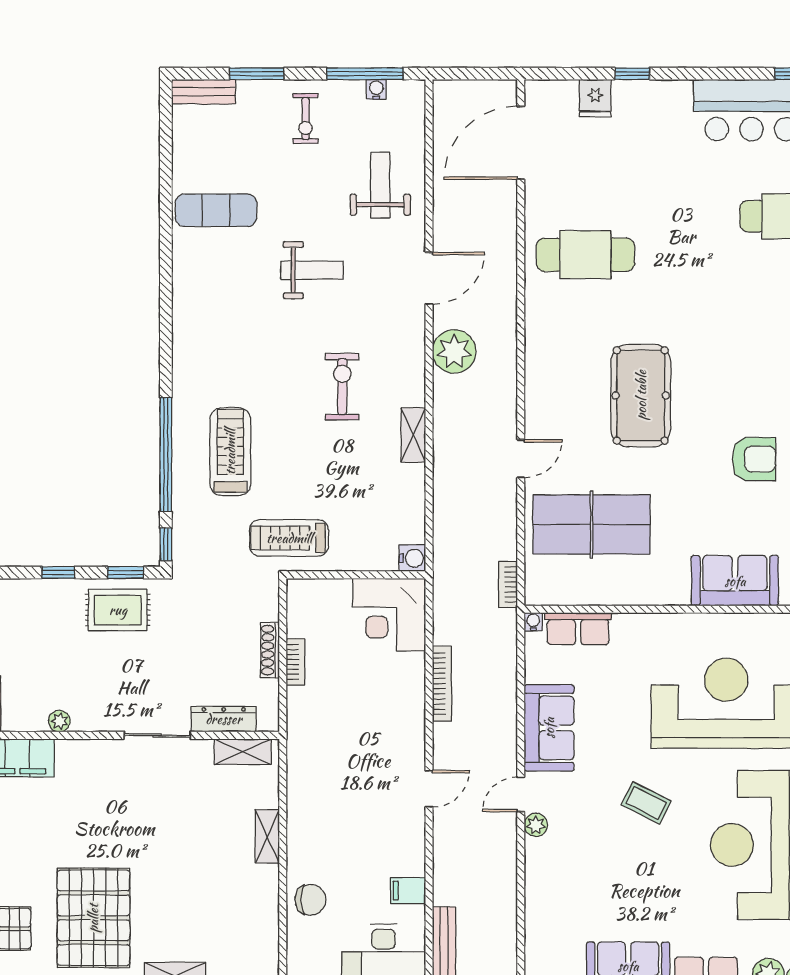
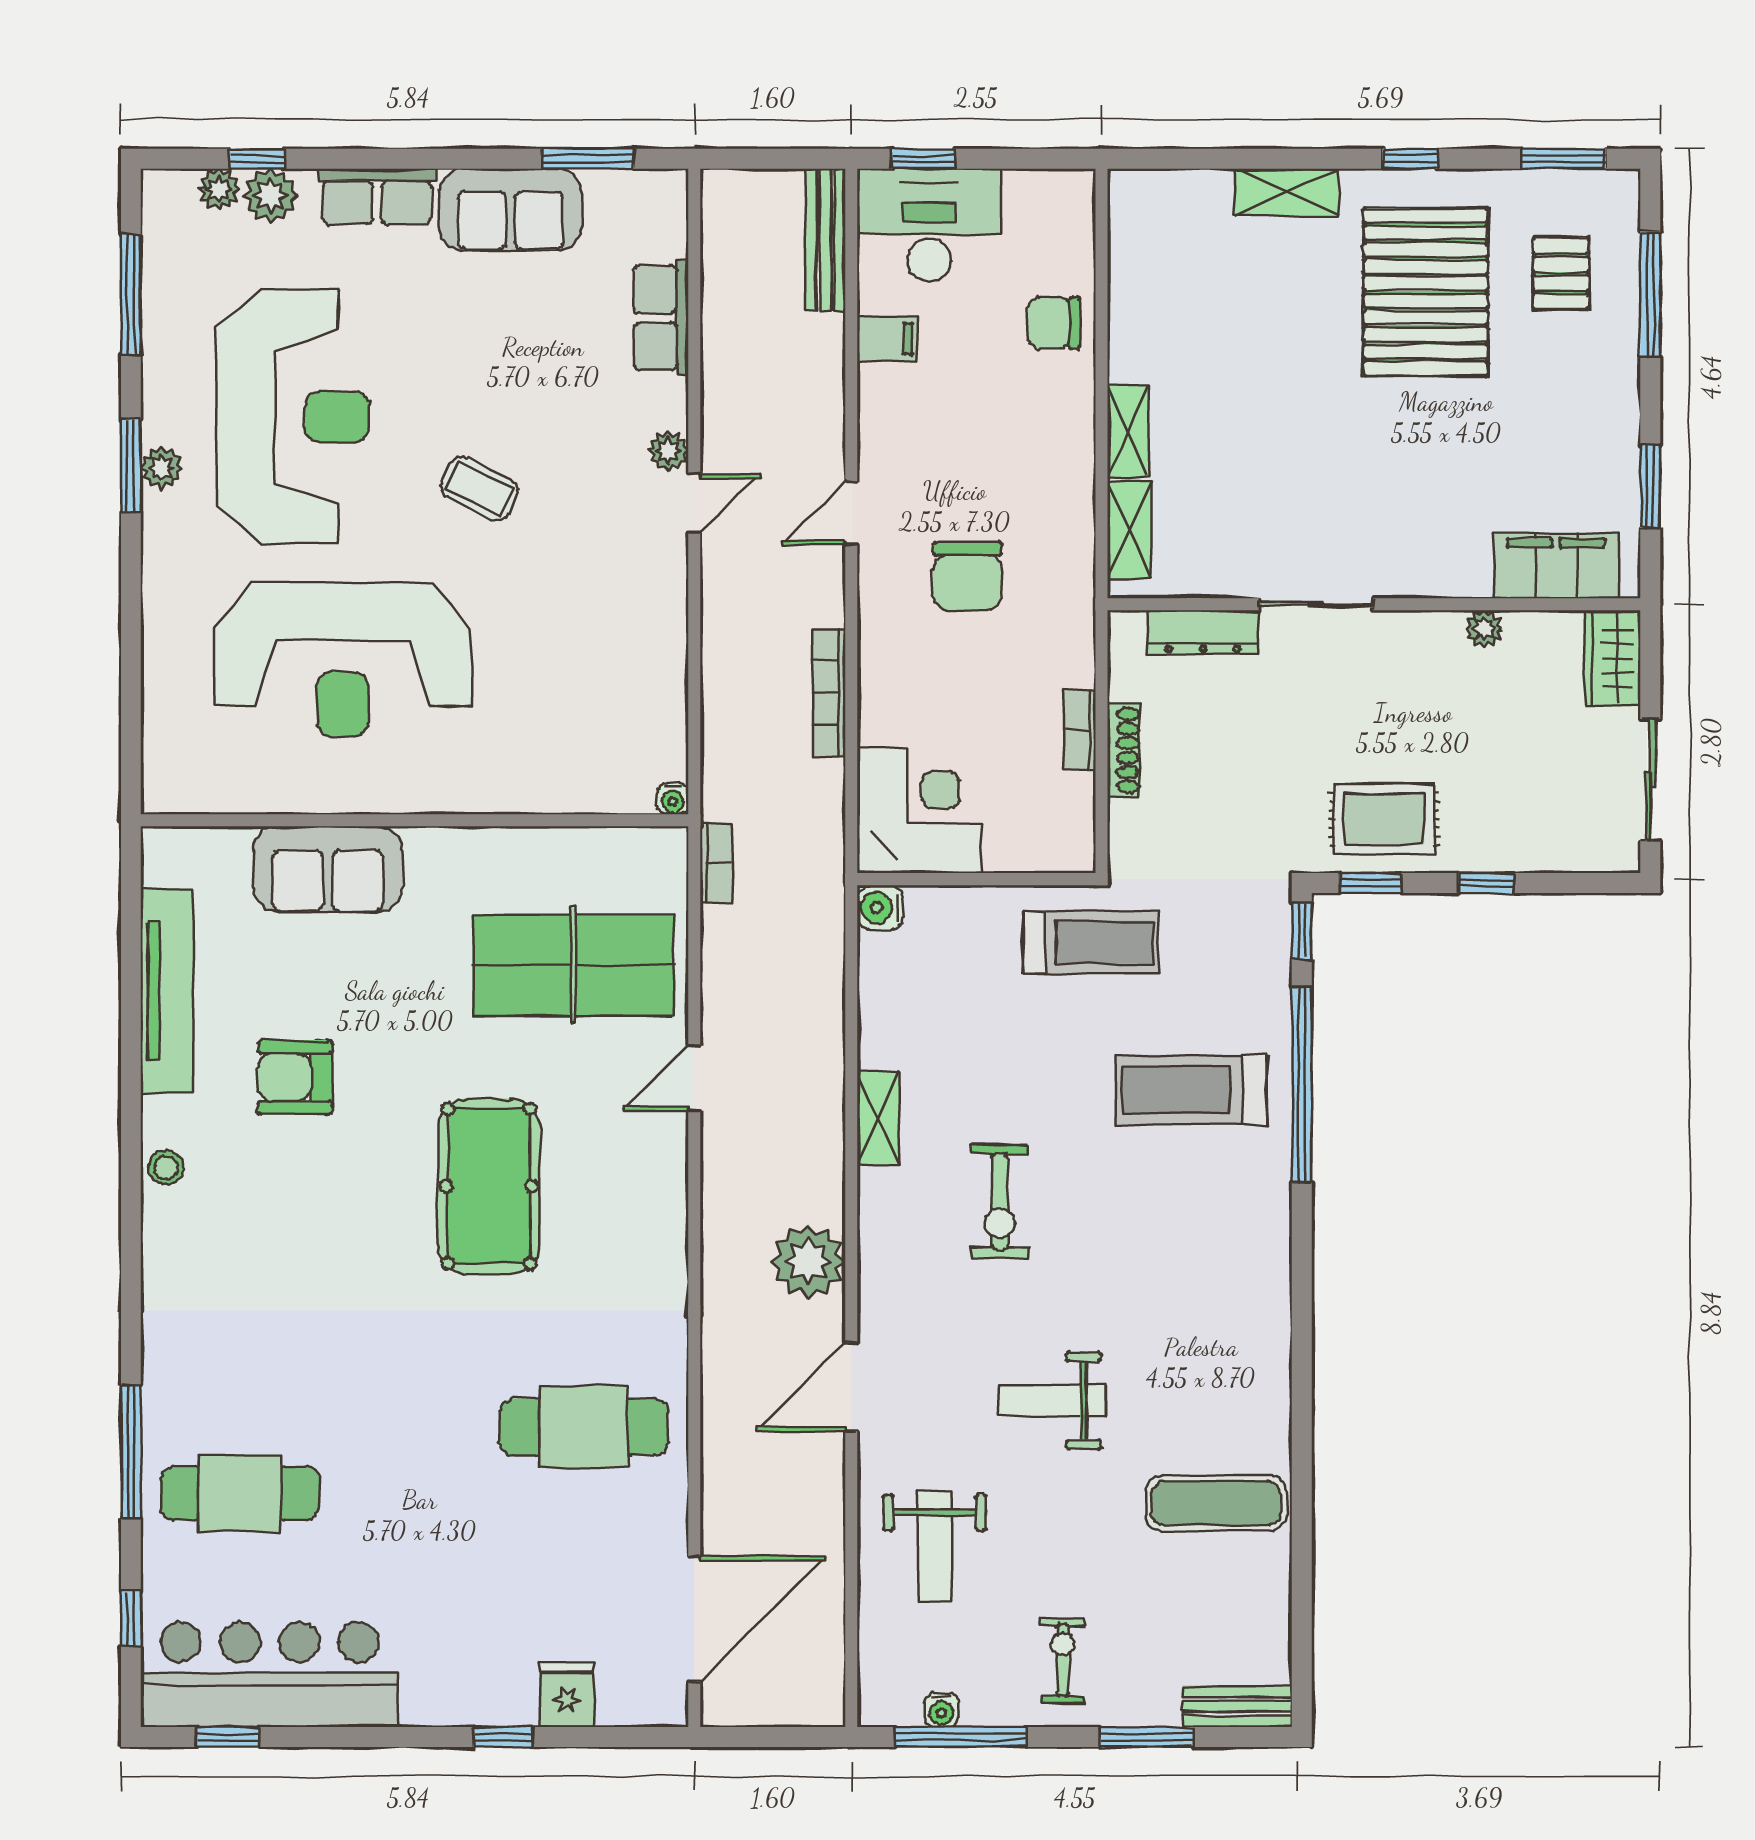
treadmill: (230, 452) -> (1191, 1090), turned 90
row of seats: (578, 629) -> (661, 318), moved, turned -90
sofa: (549, 728) -> (646, 617), removed
shelving: (243, 752) -> (1129, 530), moved, turned 90
chair: (361, 752) -> (967, 576), added

